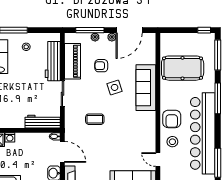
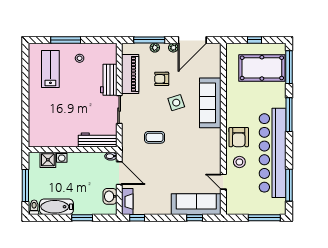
window: (204, 30) -> (254, 40), moved
workbench: (53, 61) -> (109, 80), width x0.73
pool table: (183, 68) -> (262, 68), moved

